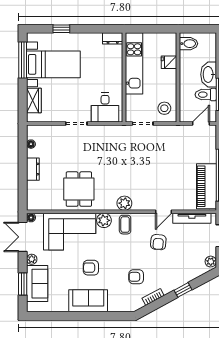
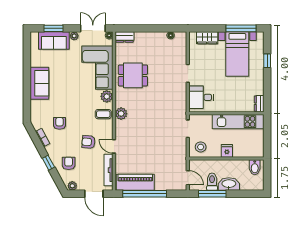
fridge: (169, 62) -> (227, 151), moved
dresser: (33, 169) -> (124, 37), moved
armchair: (91, 268) -> (69, 163), moved

